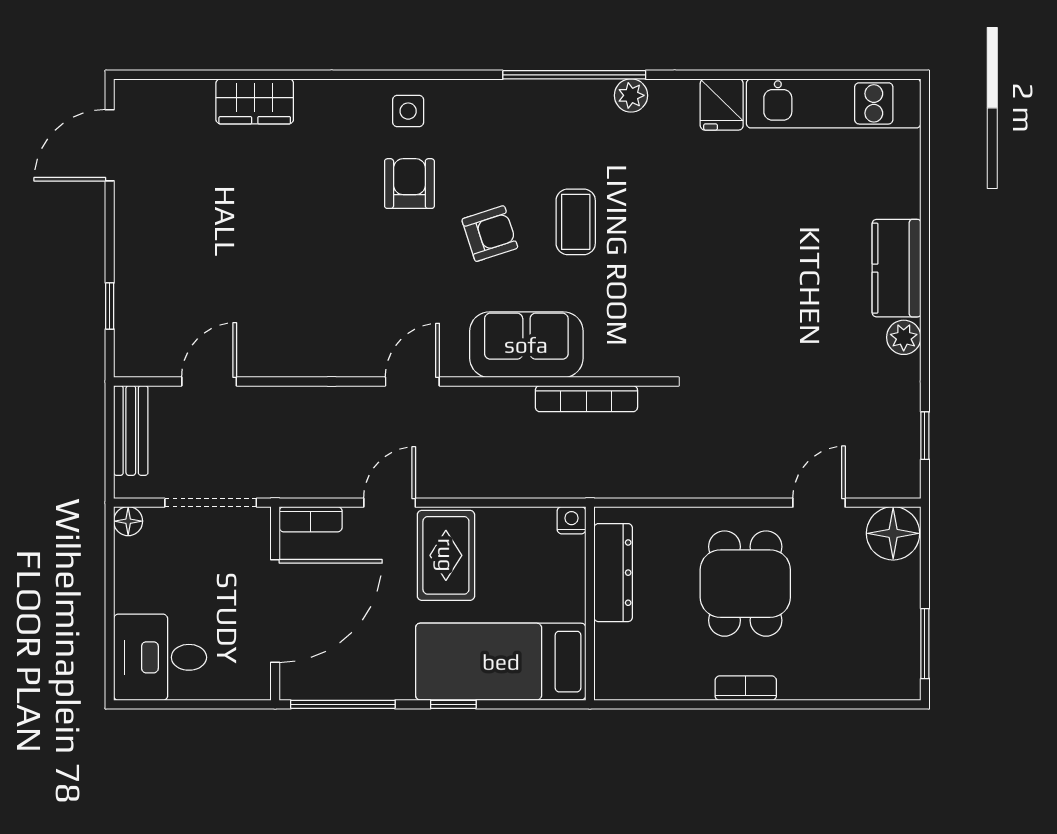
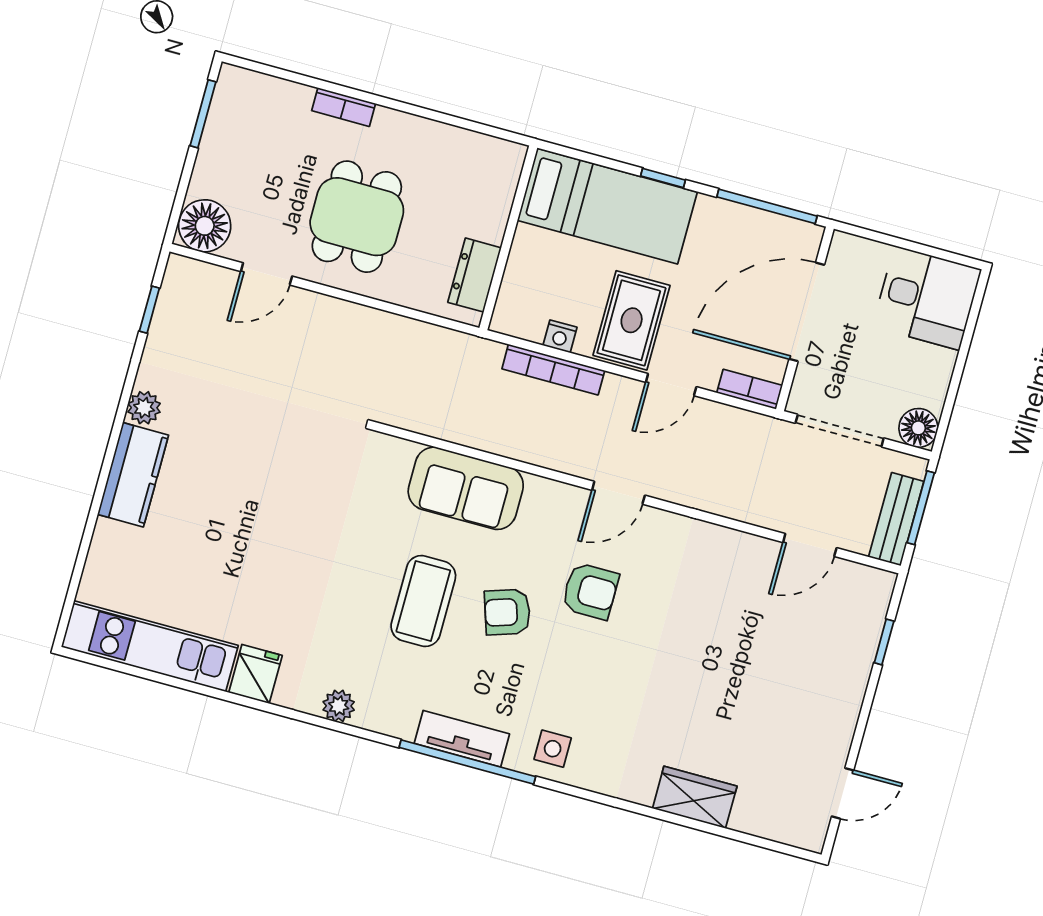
window: (574, 75) -> (467, 762), moved
tv unit: (500, 96) -> (462, 739), added
door: (110, 145) -> (843, 793), width x0.73
armchair: (409, 184) -> (590, 591), moved, turned -90
coffee table: (576, 222) -> (423, 601), width x1.36, depth x1.30
sofa: (526, 345) -> (466, 488), moved
bookcase: (586, 399) -> (553, 370), moved, turned 180
window: (110, 448) -> (921, 508), added
nightstand: (571, 520) -> (560, 336), moved
floor lamp: (128, 521) -> (918, 428), width x1.37, depth x1.37
dresser: (613, 573) -> (475, 275), width x0.70
bookcase: (746, 688) -> (344, 107), moved

